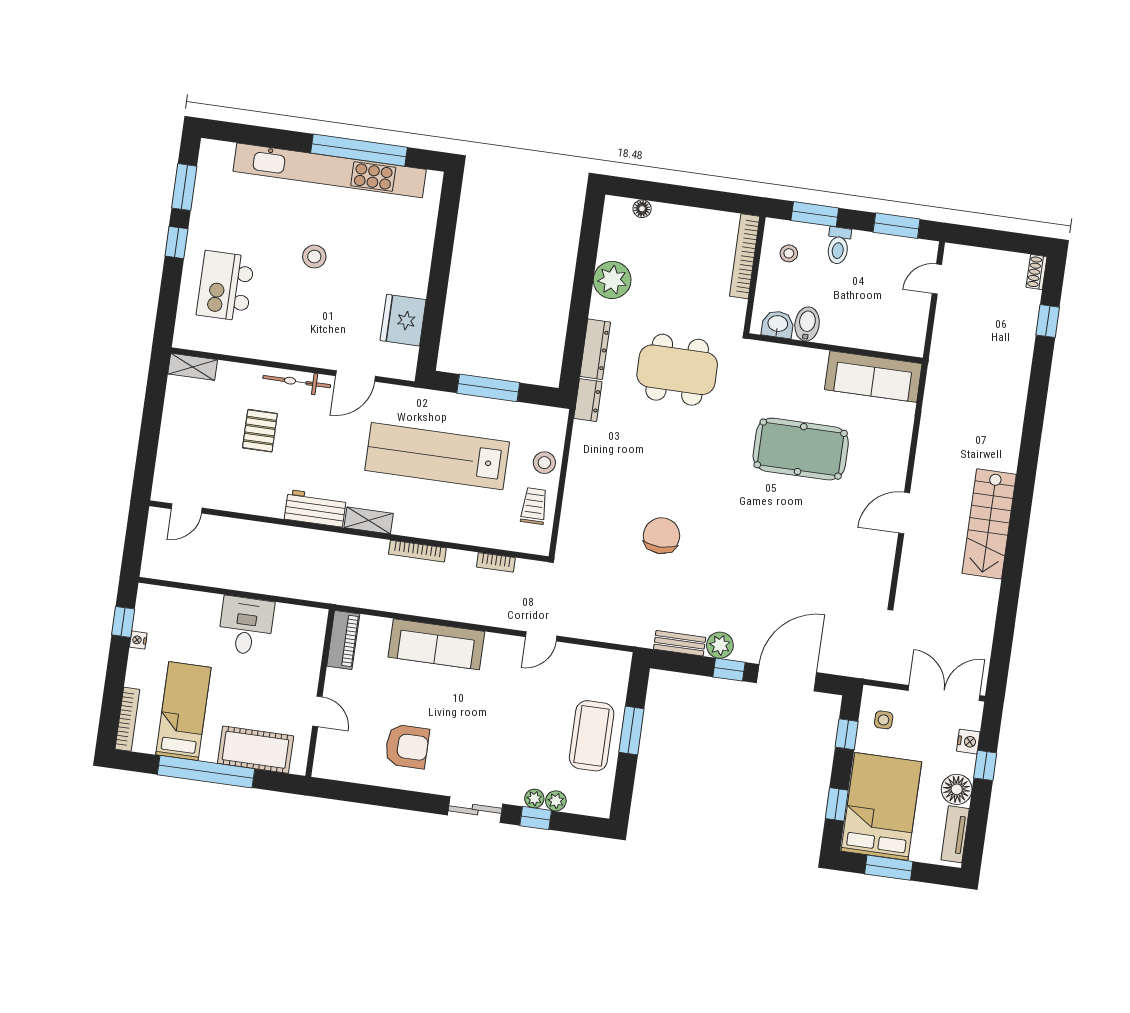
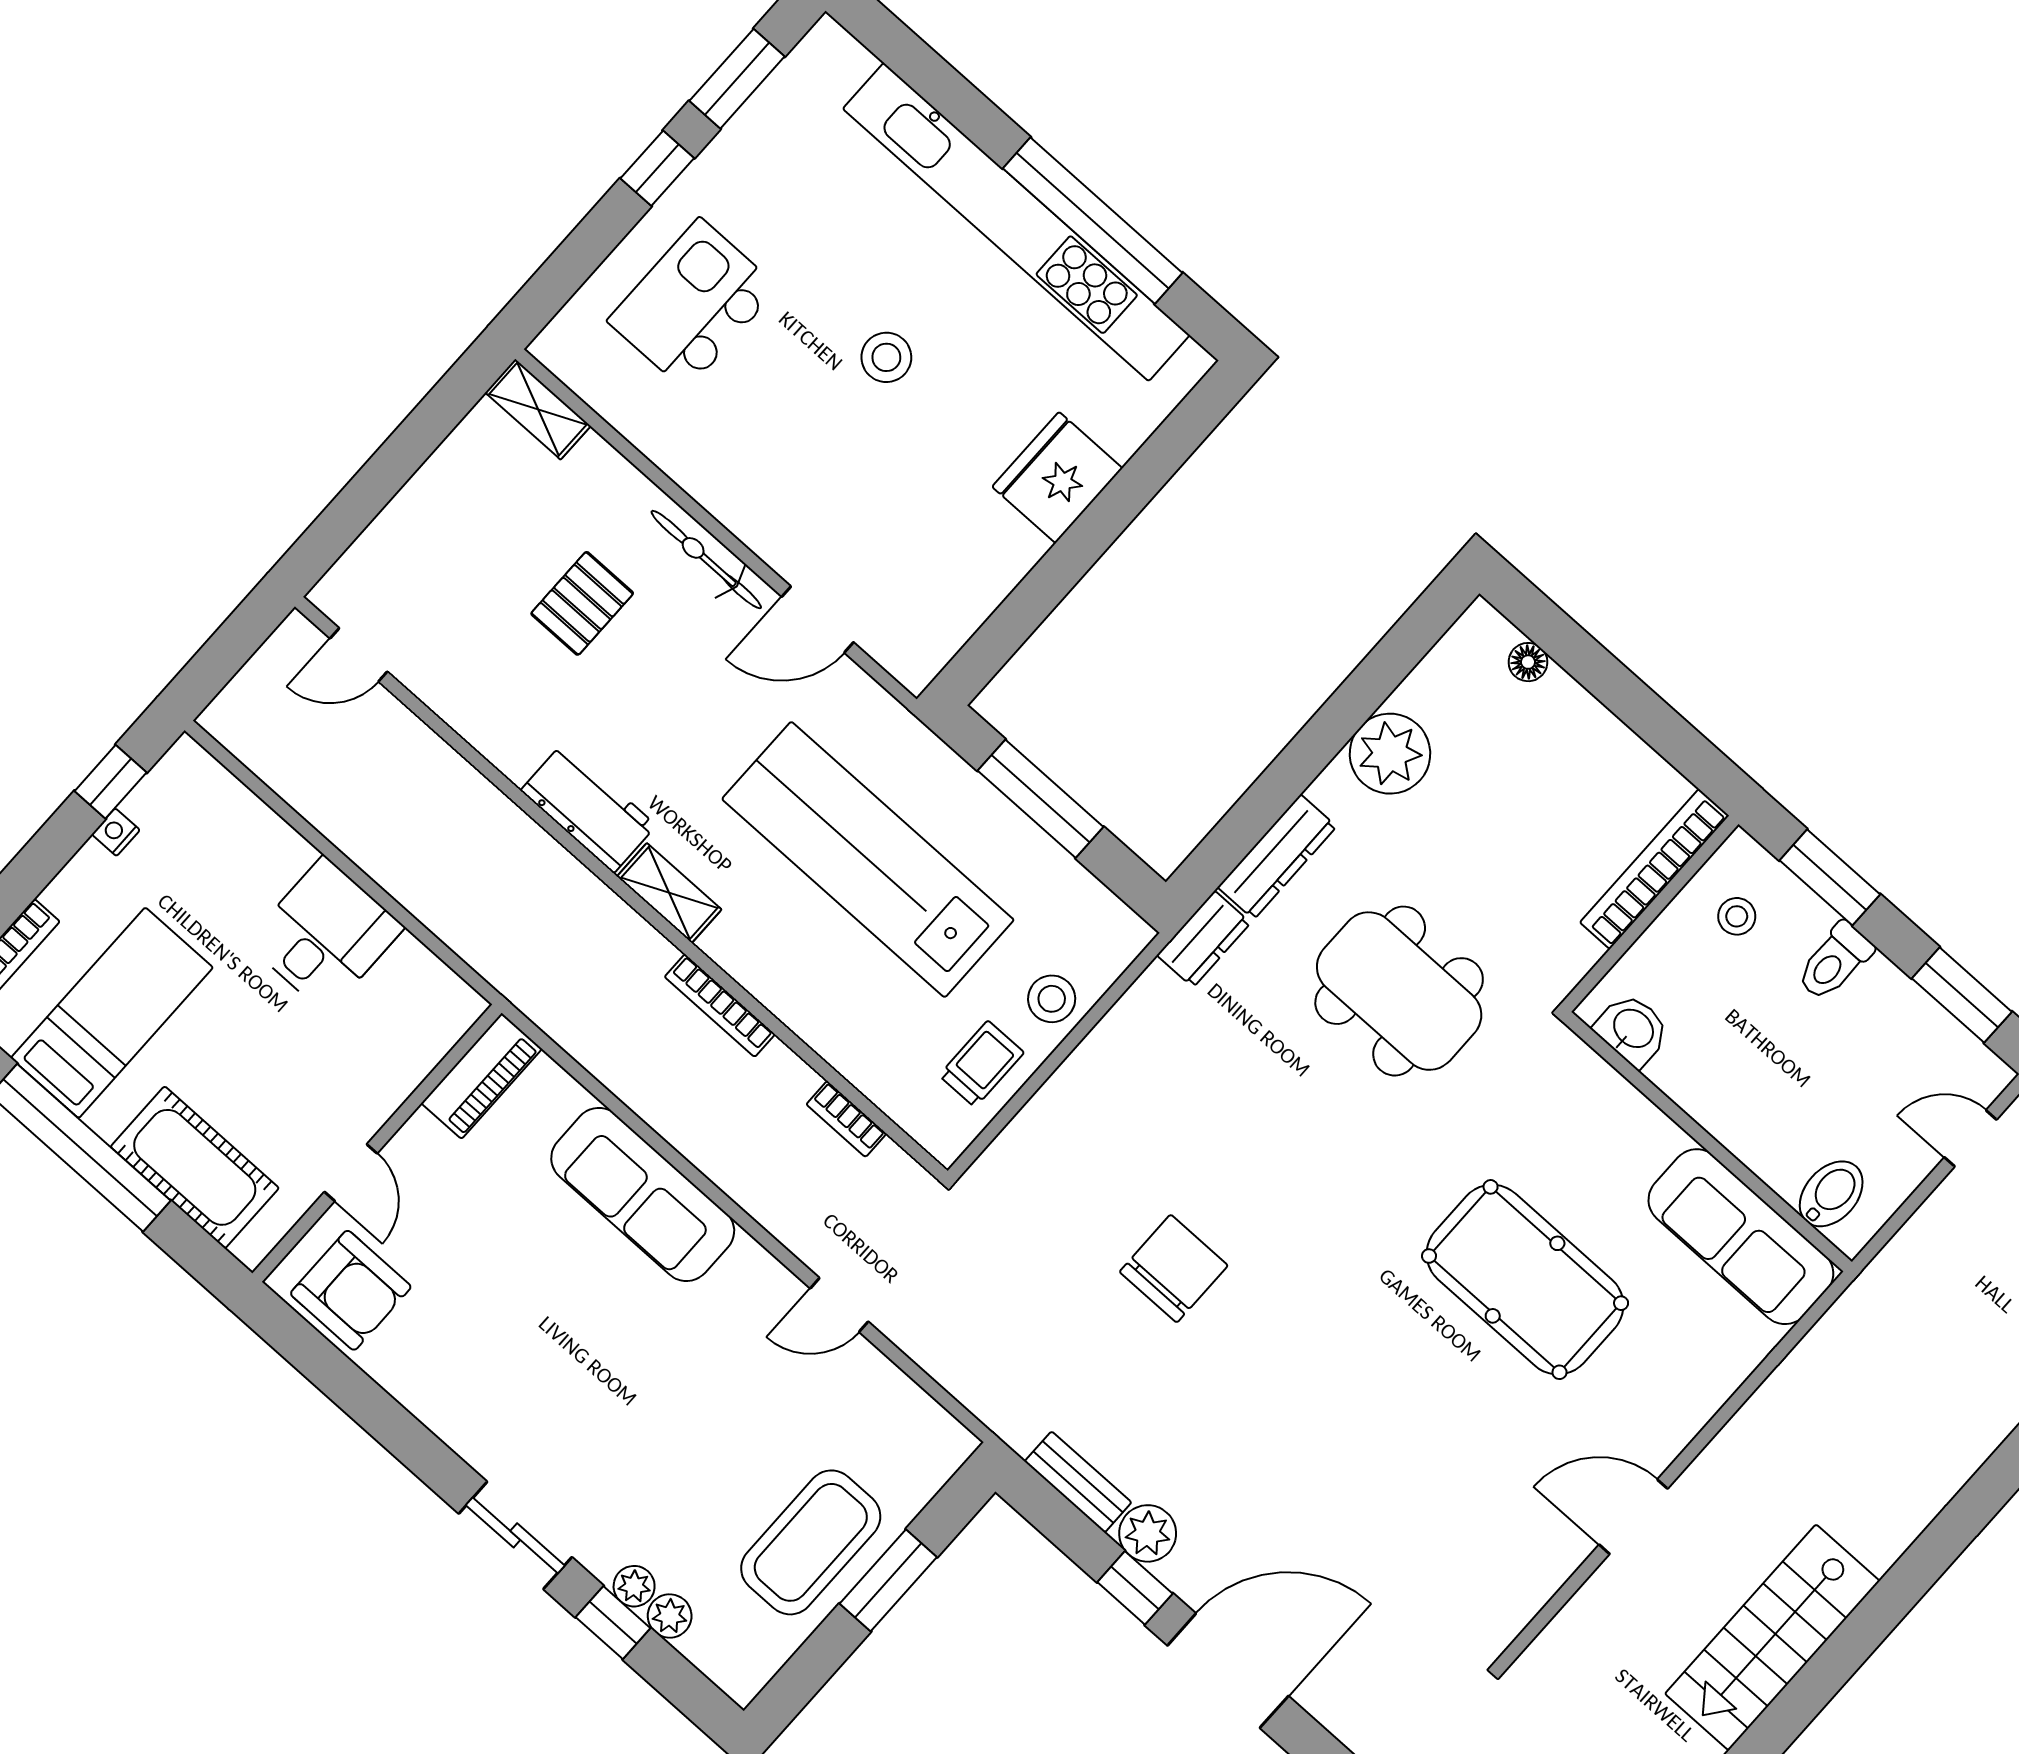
fridge: (403, 320) -> (1057, 477), moved
bidet: (807, 324) -> (1831, 1194), moved
armchair: (407, 746) -> (351, 1290), moved

